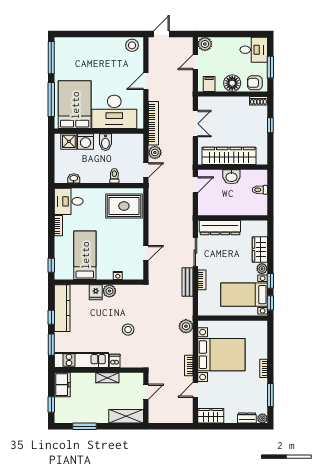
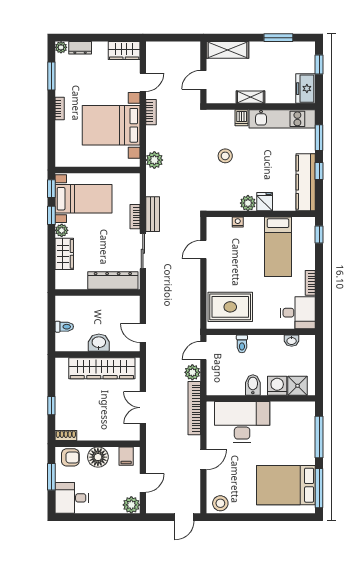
bed: (75, 105) -> (286, 485), moved, turned 90
door: (195, 185) -> (143, 333), hinge flipped

